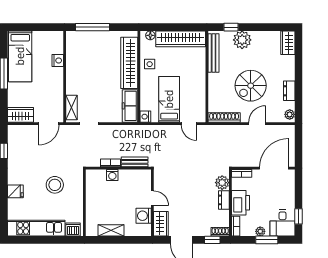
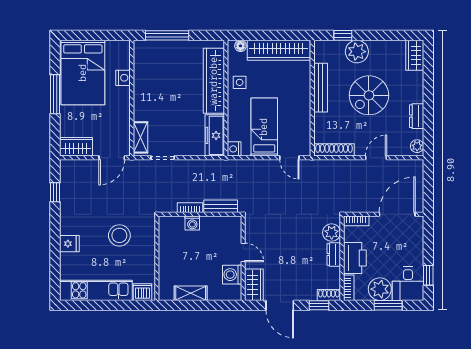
bench: (214, 53) -> (321, 88), moved
bed: (20, 56) -> (83, 73), width x1.50
spiral stairs: (251, 86) -> (369, 95), moved
plant: (260, 231) -> (380, 289), width x1.87, depth x1.87

